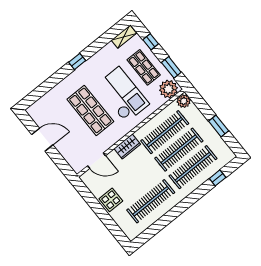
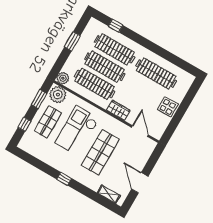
shelving: (124, 37) -> (109, 194), moved

